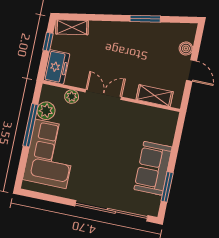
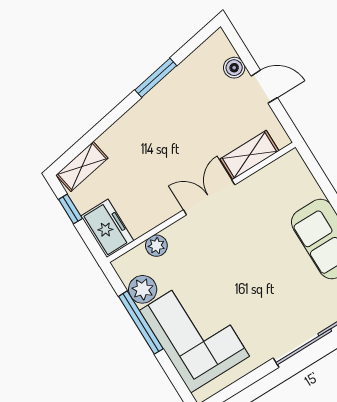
double door: (103, 95) -> (209, 197), moved

